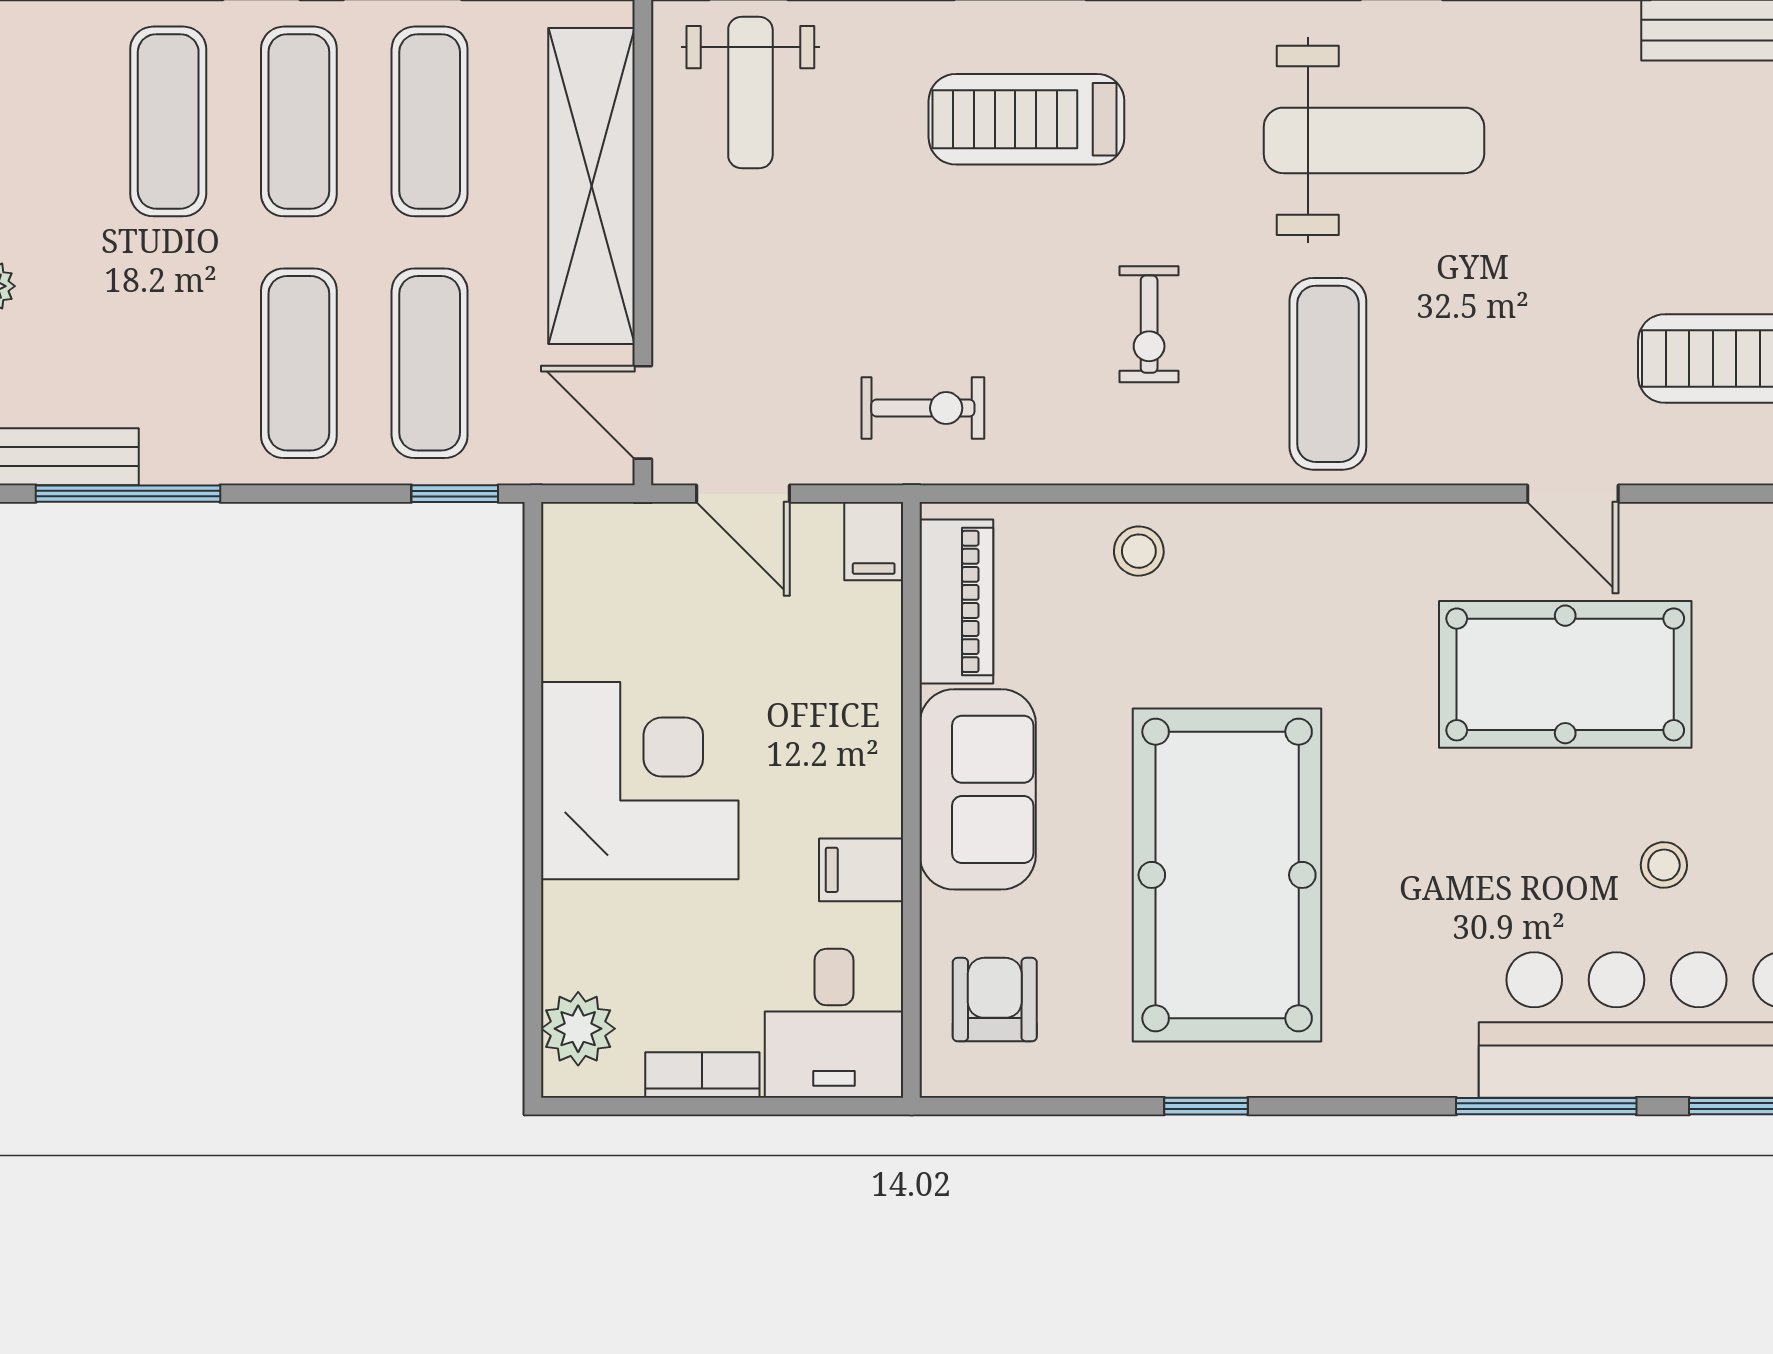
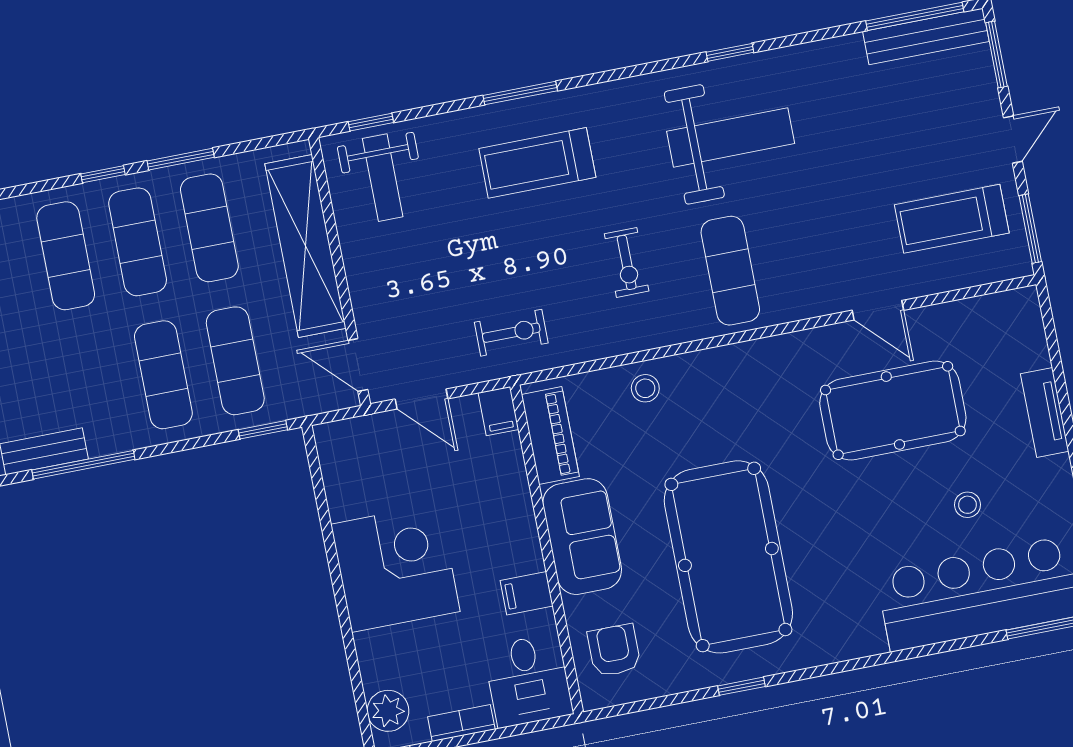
window: (1546, 1106) -> (929, 650), removed

